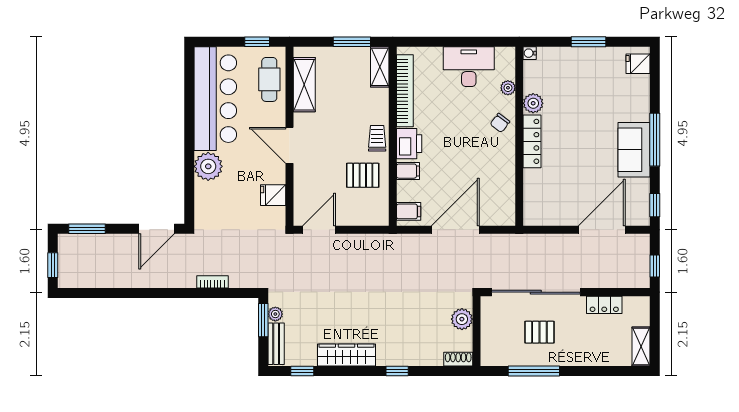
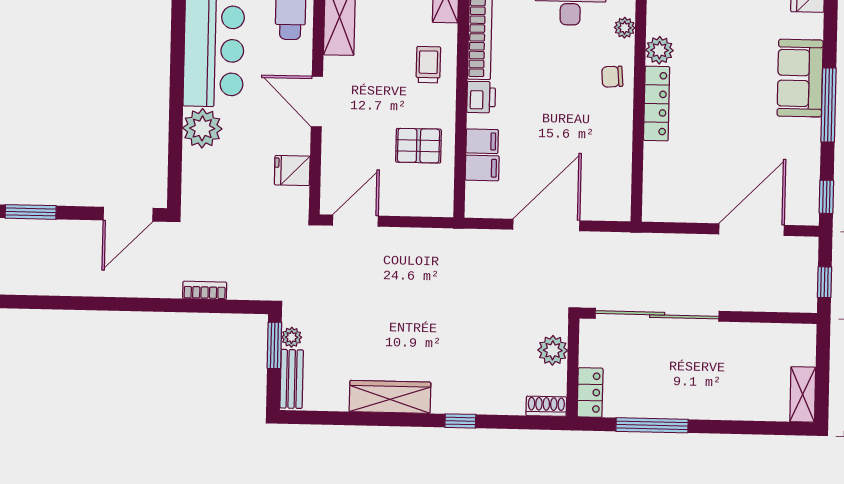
chair: (500, 123) -> (612, 77), turned 49
trolley: (377, 138) -> (428, 65), moved
printer: (409, 144) -> (481, 97), width x0.73, depth x0.81
sofa: (634, 150) -> (800, 78), moved
filing cabinet: (409, 211) -> (482, 168), moved
locker: (604, 305) -> (590, 393), moved, turned -90
pallet: (539, 332) -> (661, 371), removed
window: (302, 371) -> (327, 418), removed

